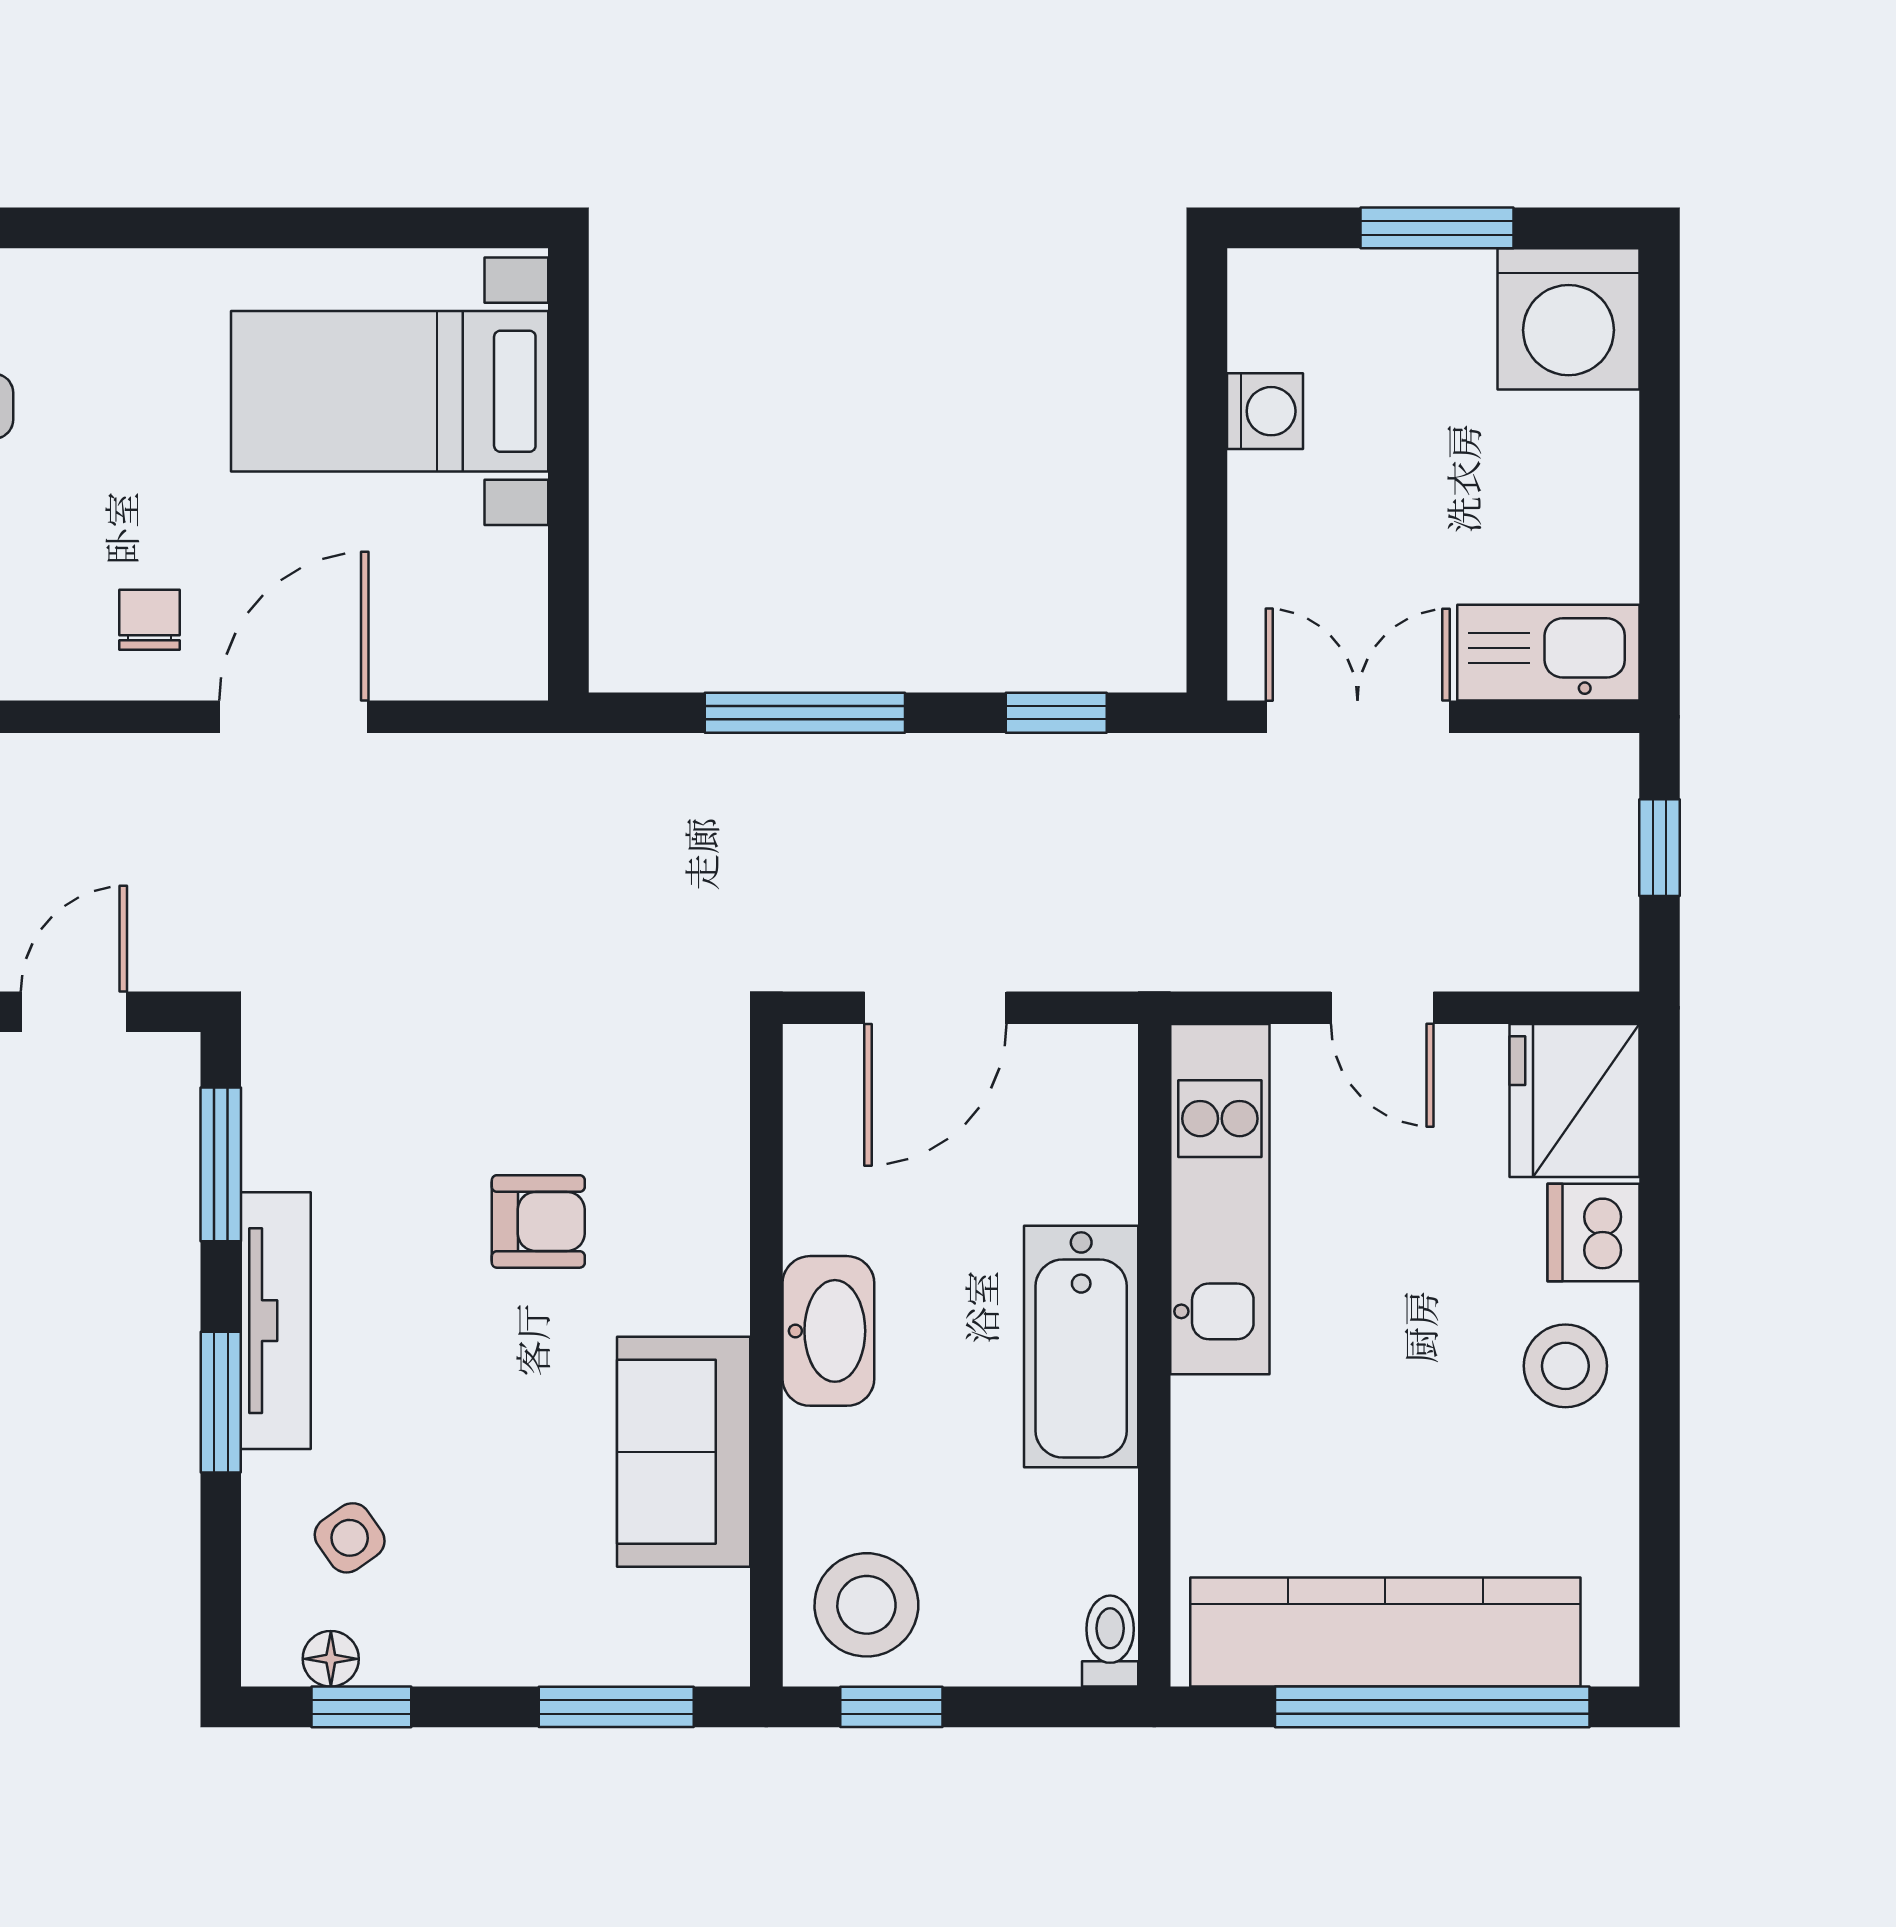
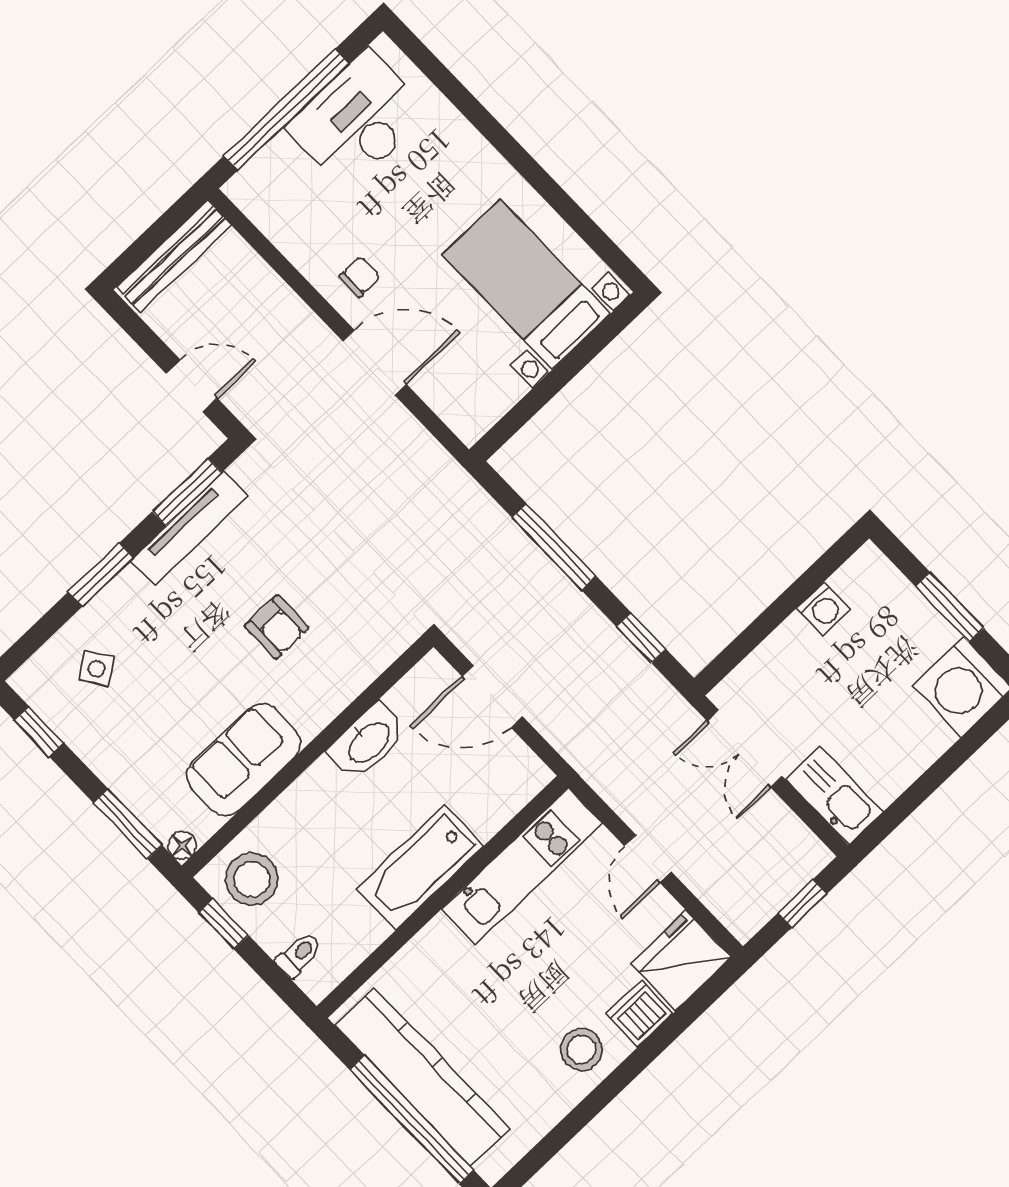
double door: (1358, 717) -> (745, 749), swing flipped
tv unit: (276, 1321) -> (189, 528), moved
washbasin: (828, 1331) -> (368, 742), moved
toilet: (1110, 1641) -> (299, 955), moved
floor lamp: (331, 1659) -> (182, 846), moved

